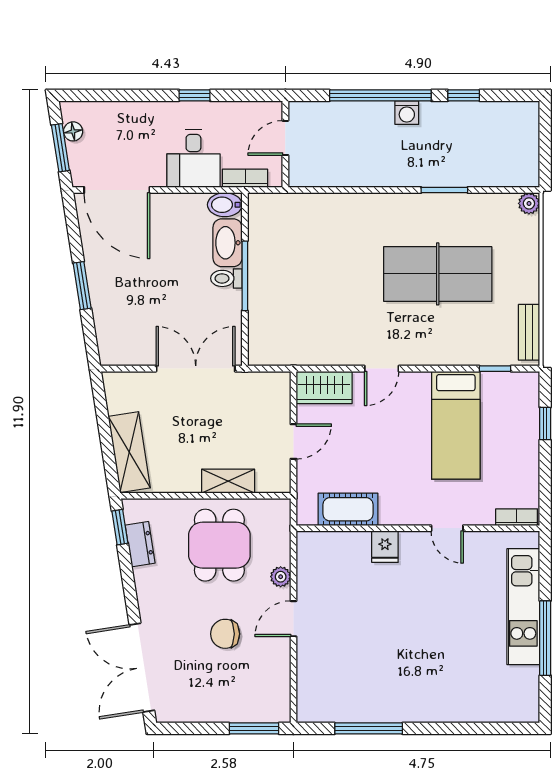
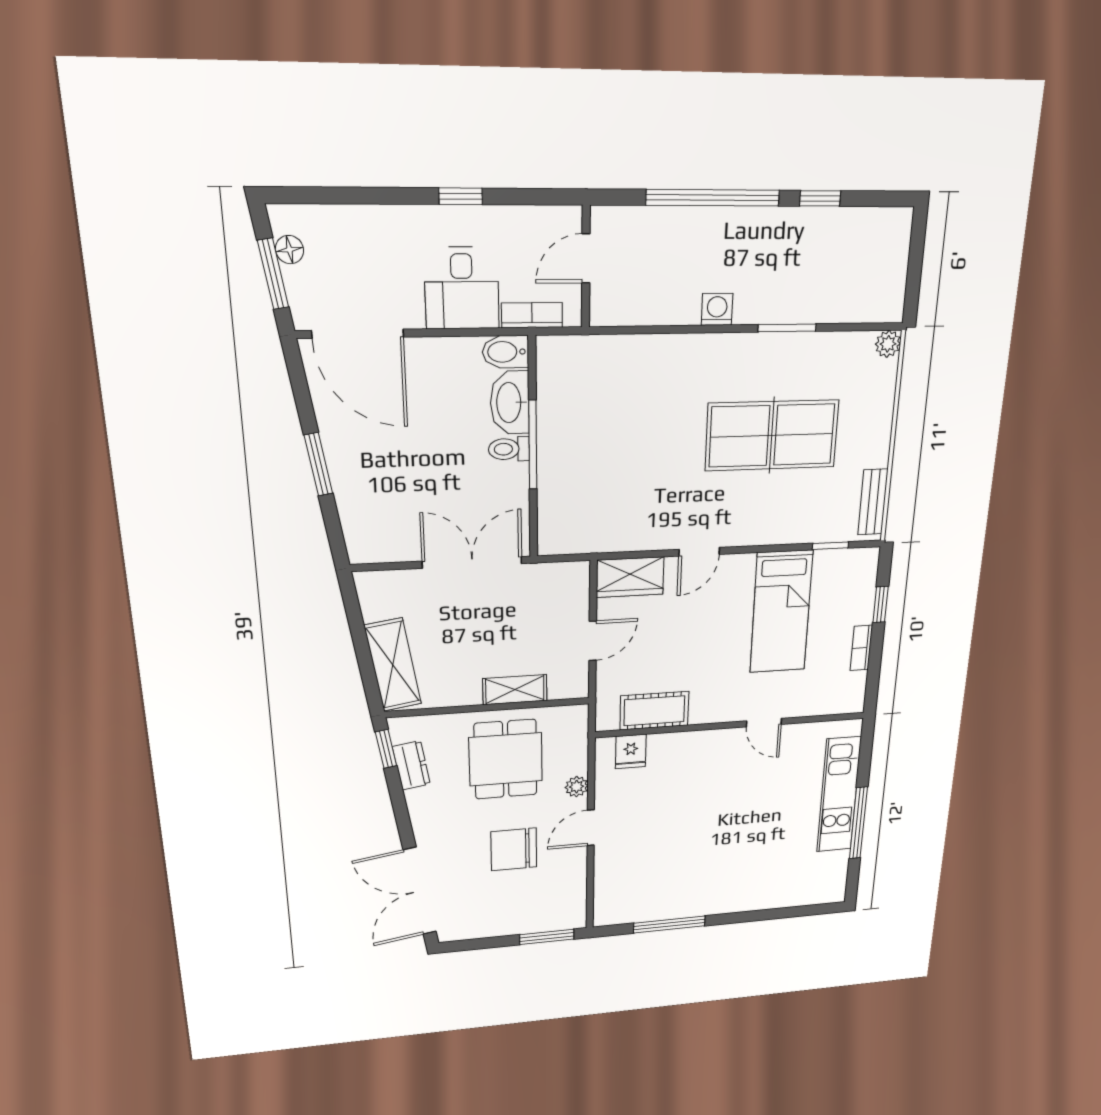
washing machine: (407, 113) -> (717, 309), moved, turned 180
bookcase: (517, 517) -> (861, 648), moved, turned -90
fridge: (385, 547) -> (631, 752), moved
chair: (225, 634) -> (514, 849), width x1.37, depth x1.37

